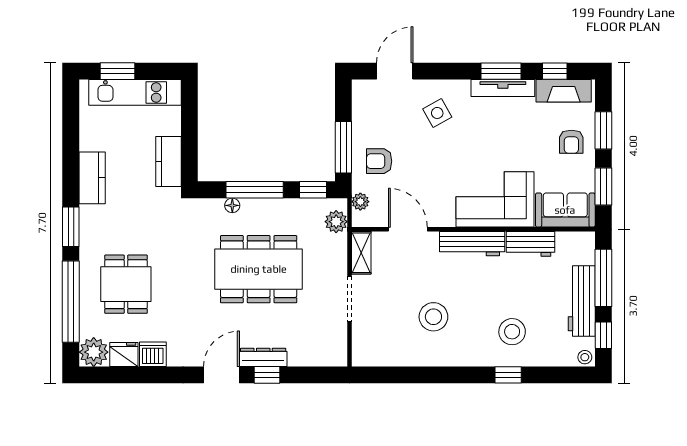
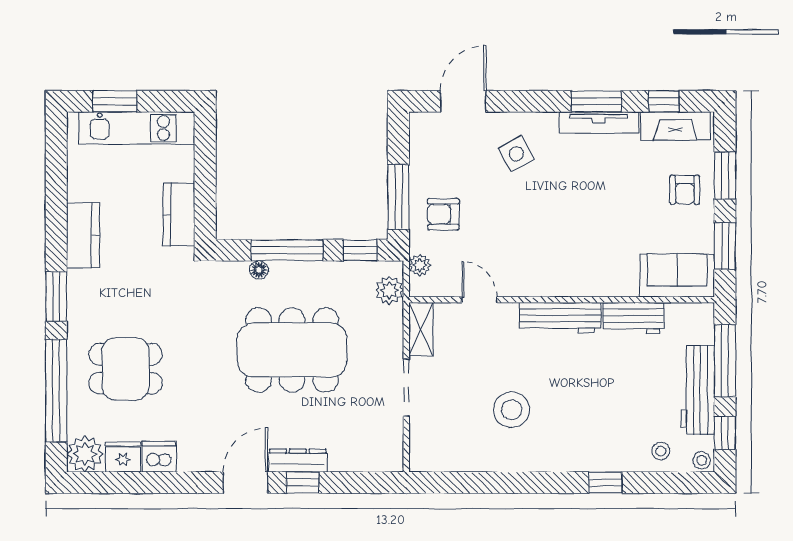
corner sofa: (495, 199) -> (589, 262), removed
door: (408, 229) -> (479, 300), width x0.73
dining table: (126, 284) -> (125, 369), turned 90
stool: (512, 332) -> (661, 451), moved, width x0.53, depth x0.53

